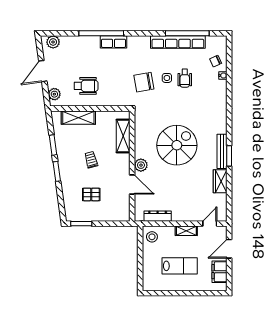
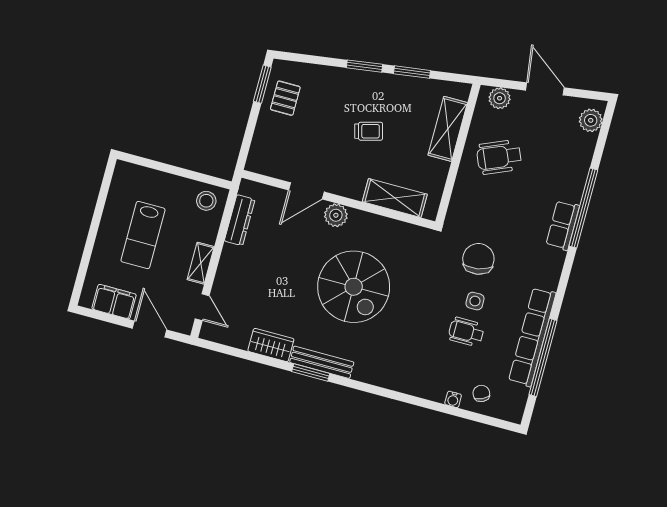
wheelchair: (86, 86) -> (499, 157), turned 67
pallet: (91, 194) -> (285, 98), moved

